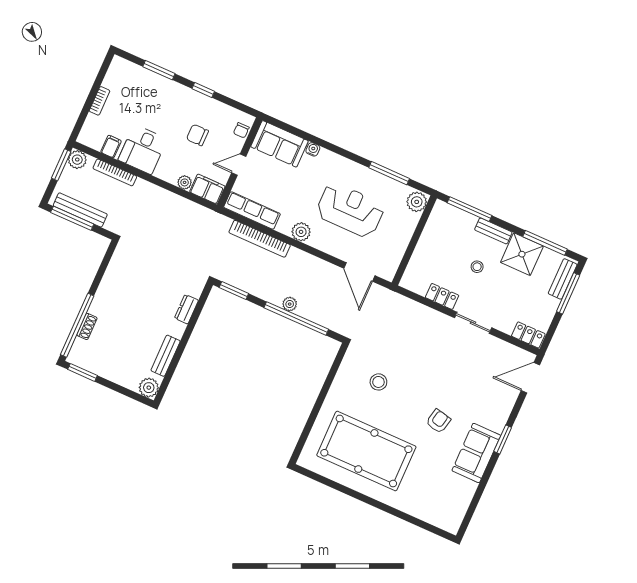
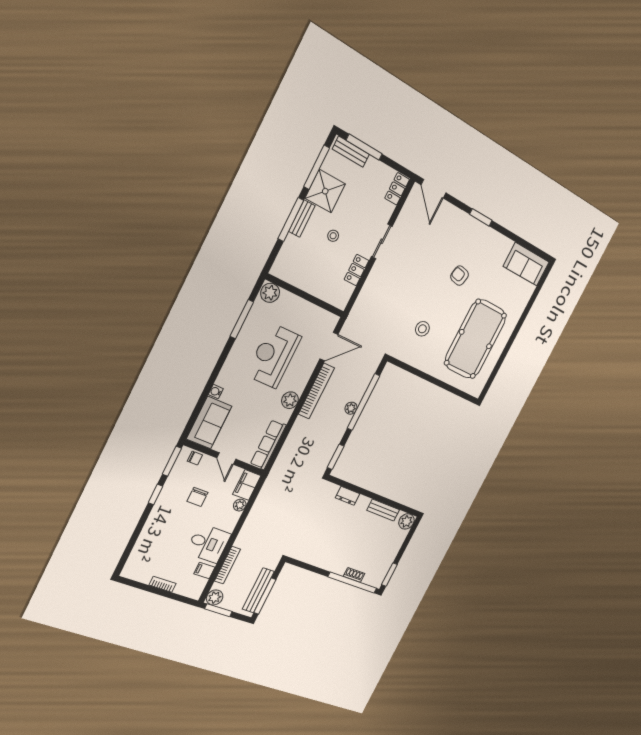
window: (159, 70) -> (172, 461), moved
window: (470, 209) -> (291, 220), moved
bookcase: (260, 239) -> (316, 391), moved
sofa: (476, 453) -> (526, 264), moved

